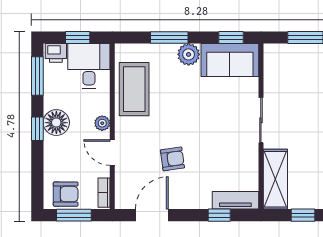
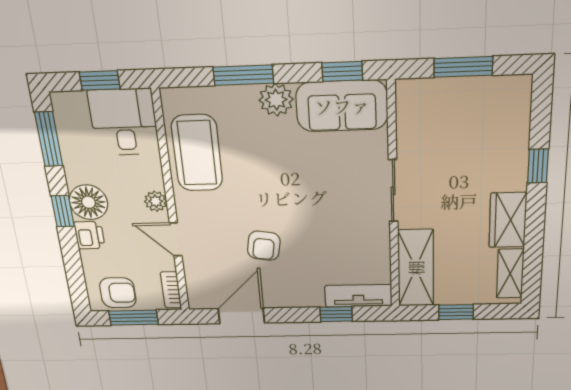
printer: (56, 53) -> (89, 235), moved, turned -90
armchair: (172, 159) -> (264, 246), turned 107

